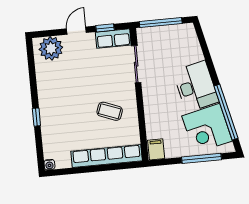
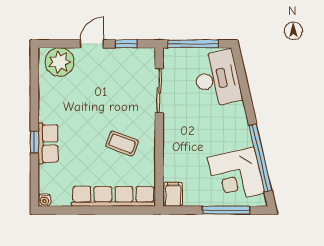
row of seats: (113, 39) -> (48, 144), moved, turned -90
desk: (196, 86) -> (217, 79), moved

